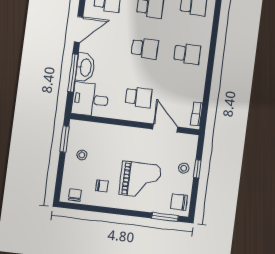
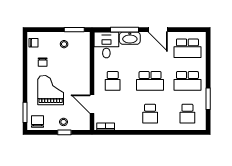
school desk: (145, 48) -> (150, 81), width x1.85
door: (165, 128) -> (92, 104), swing flipped
grand piano: (140, 180) -> (51, 90), turned 180

